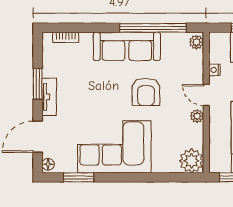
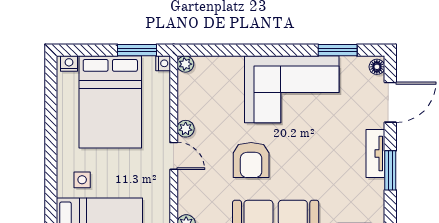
nightstand: (214, 70) -> (163, 63), moved
armchair: (146, 92) -> (251, 160), turned 180
plant: (192, 161) -> (185, 64), width x0.53, depth x0.53

